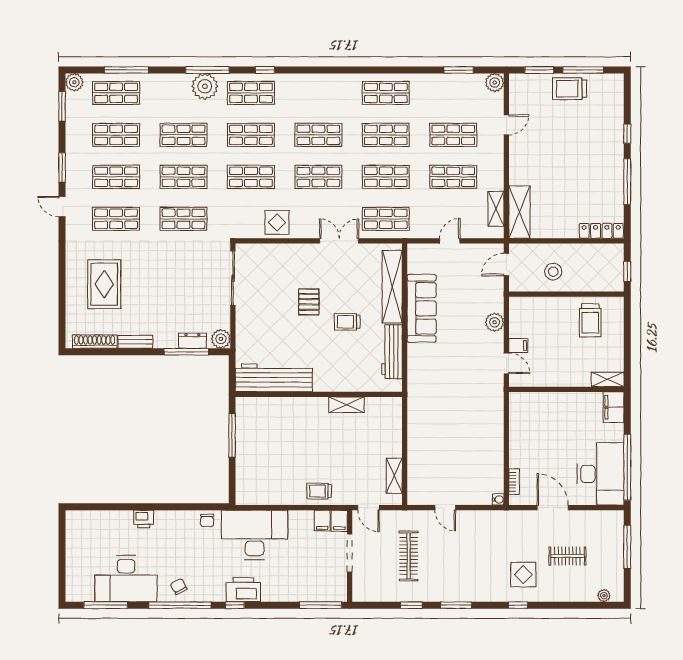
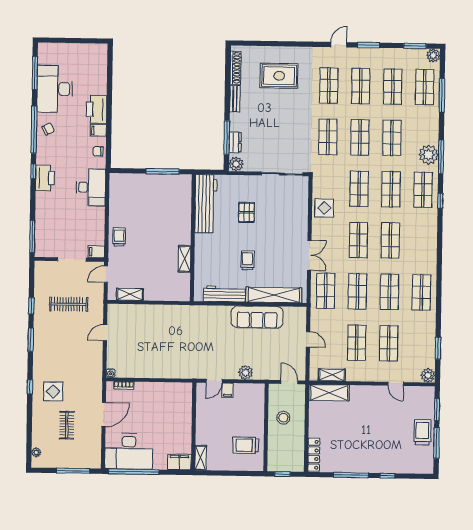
pallet: (309, 302) -> (246, 212), moved, turned 90
printer: (144, 519) -> (97, 109), width x1.87, depth x1.48
filing cabinet: (322, 521) -> (98, 130), moved
desk: (255, 535) -> (91, 187), width x0.73, depth x0.77

